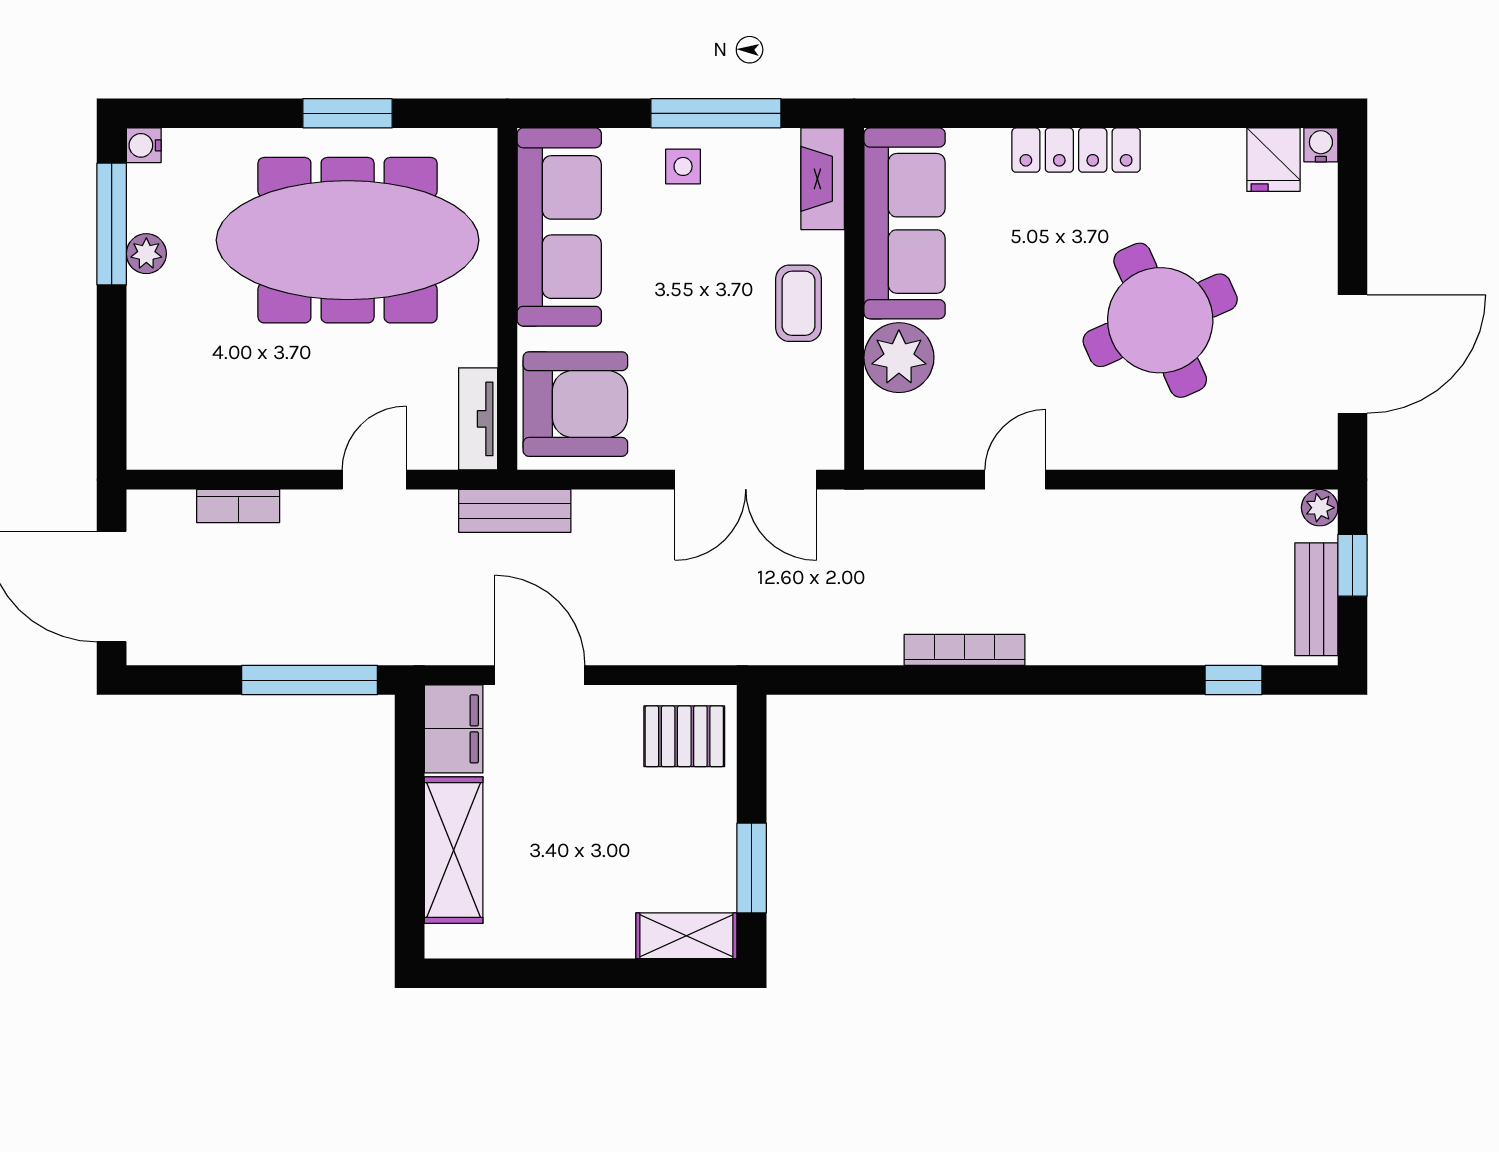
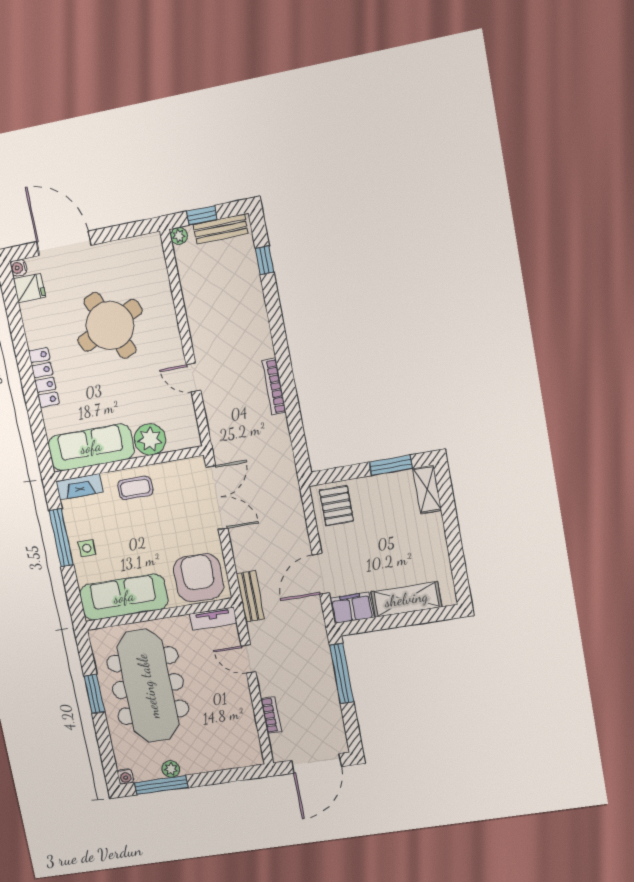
door: (1353, 354) -> (64, 243), moved

